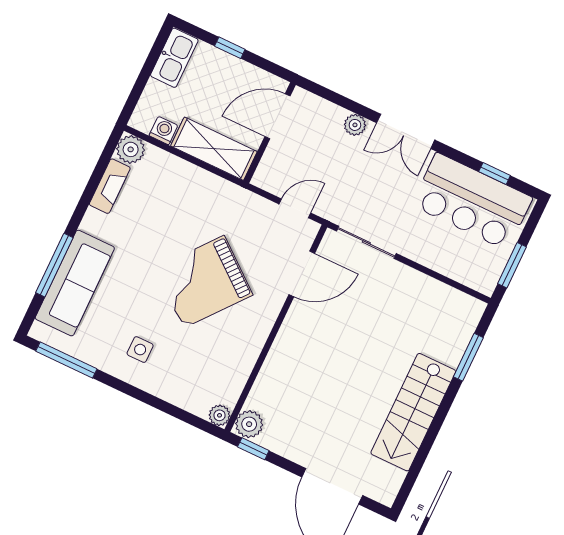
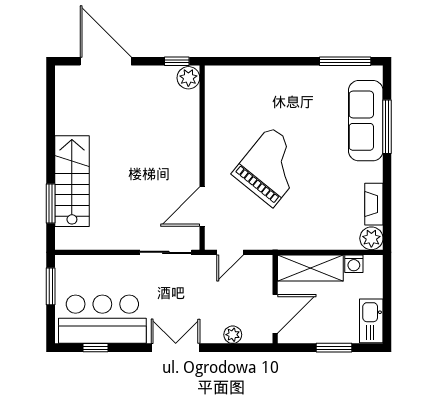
window: (230, 48) -> (334, 348), width x1.50
plant: (355, 125) -> (233, 335), moved
side table: (140, 350) -> (295, 95), removed
stairs: (413, 412) -> (72, 181), moved
plant: (219, 415) -> (213, 74), removed

